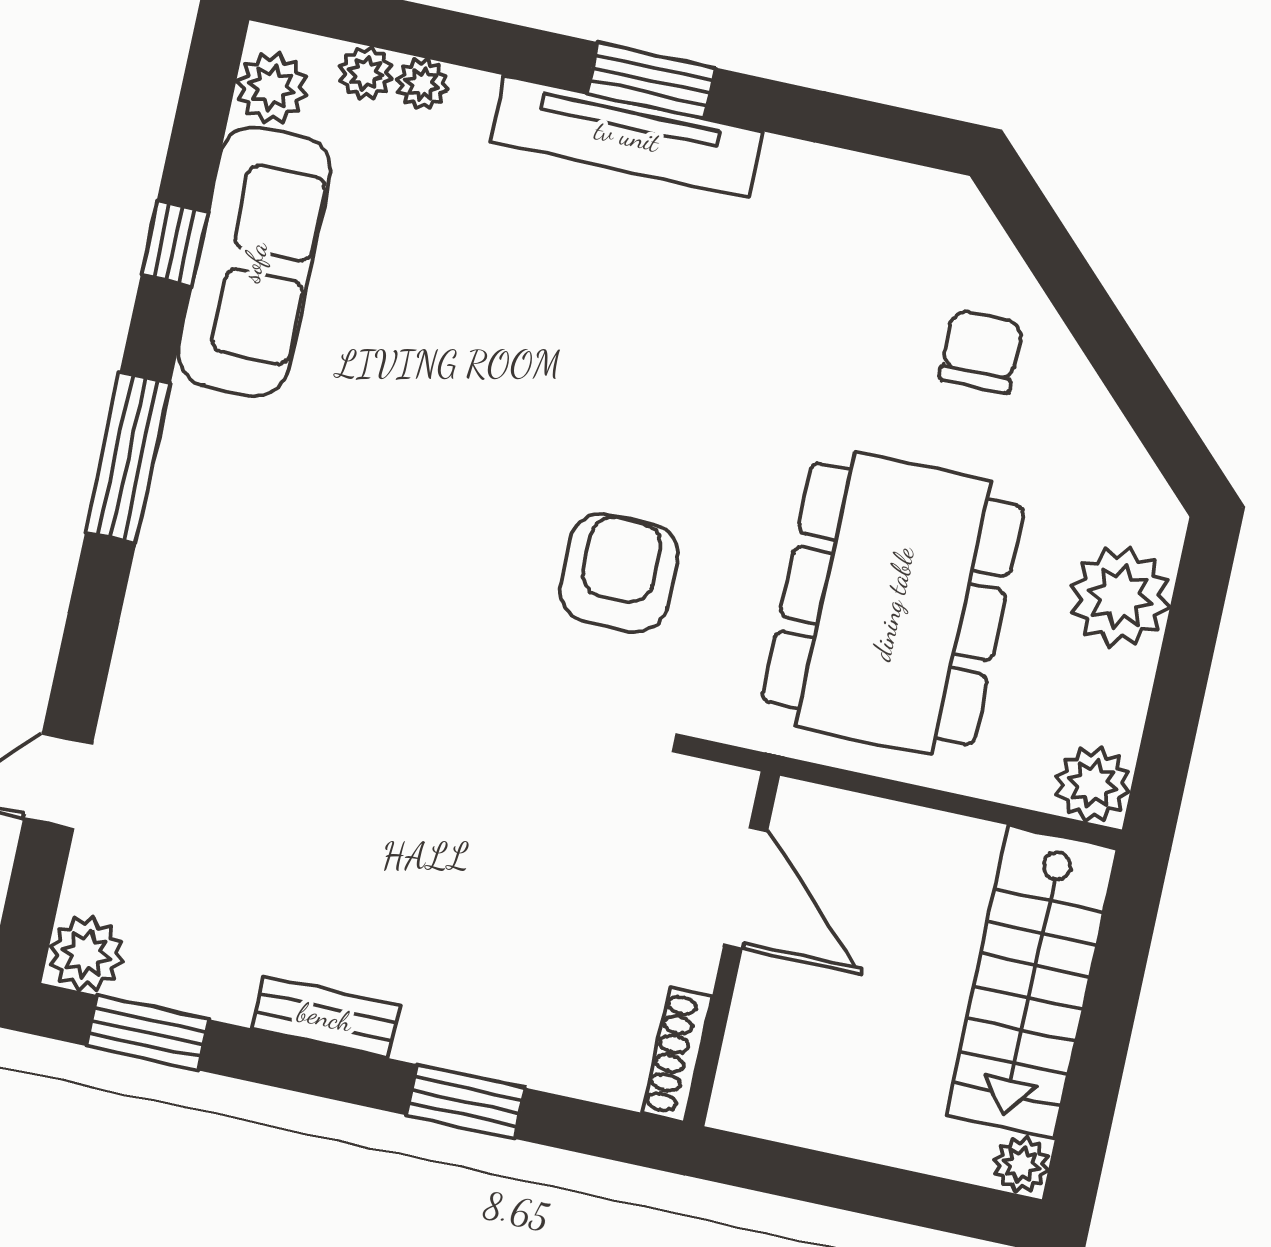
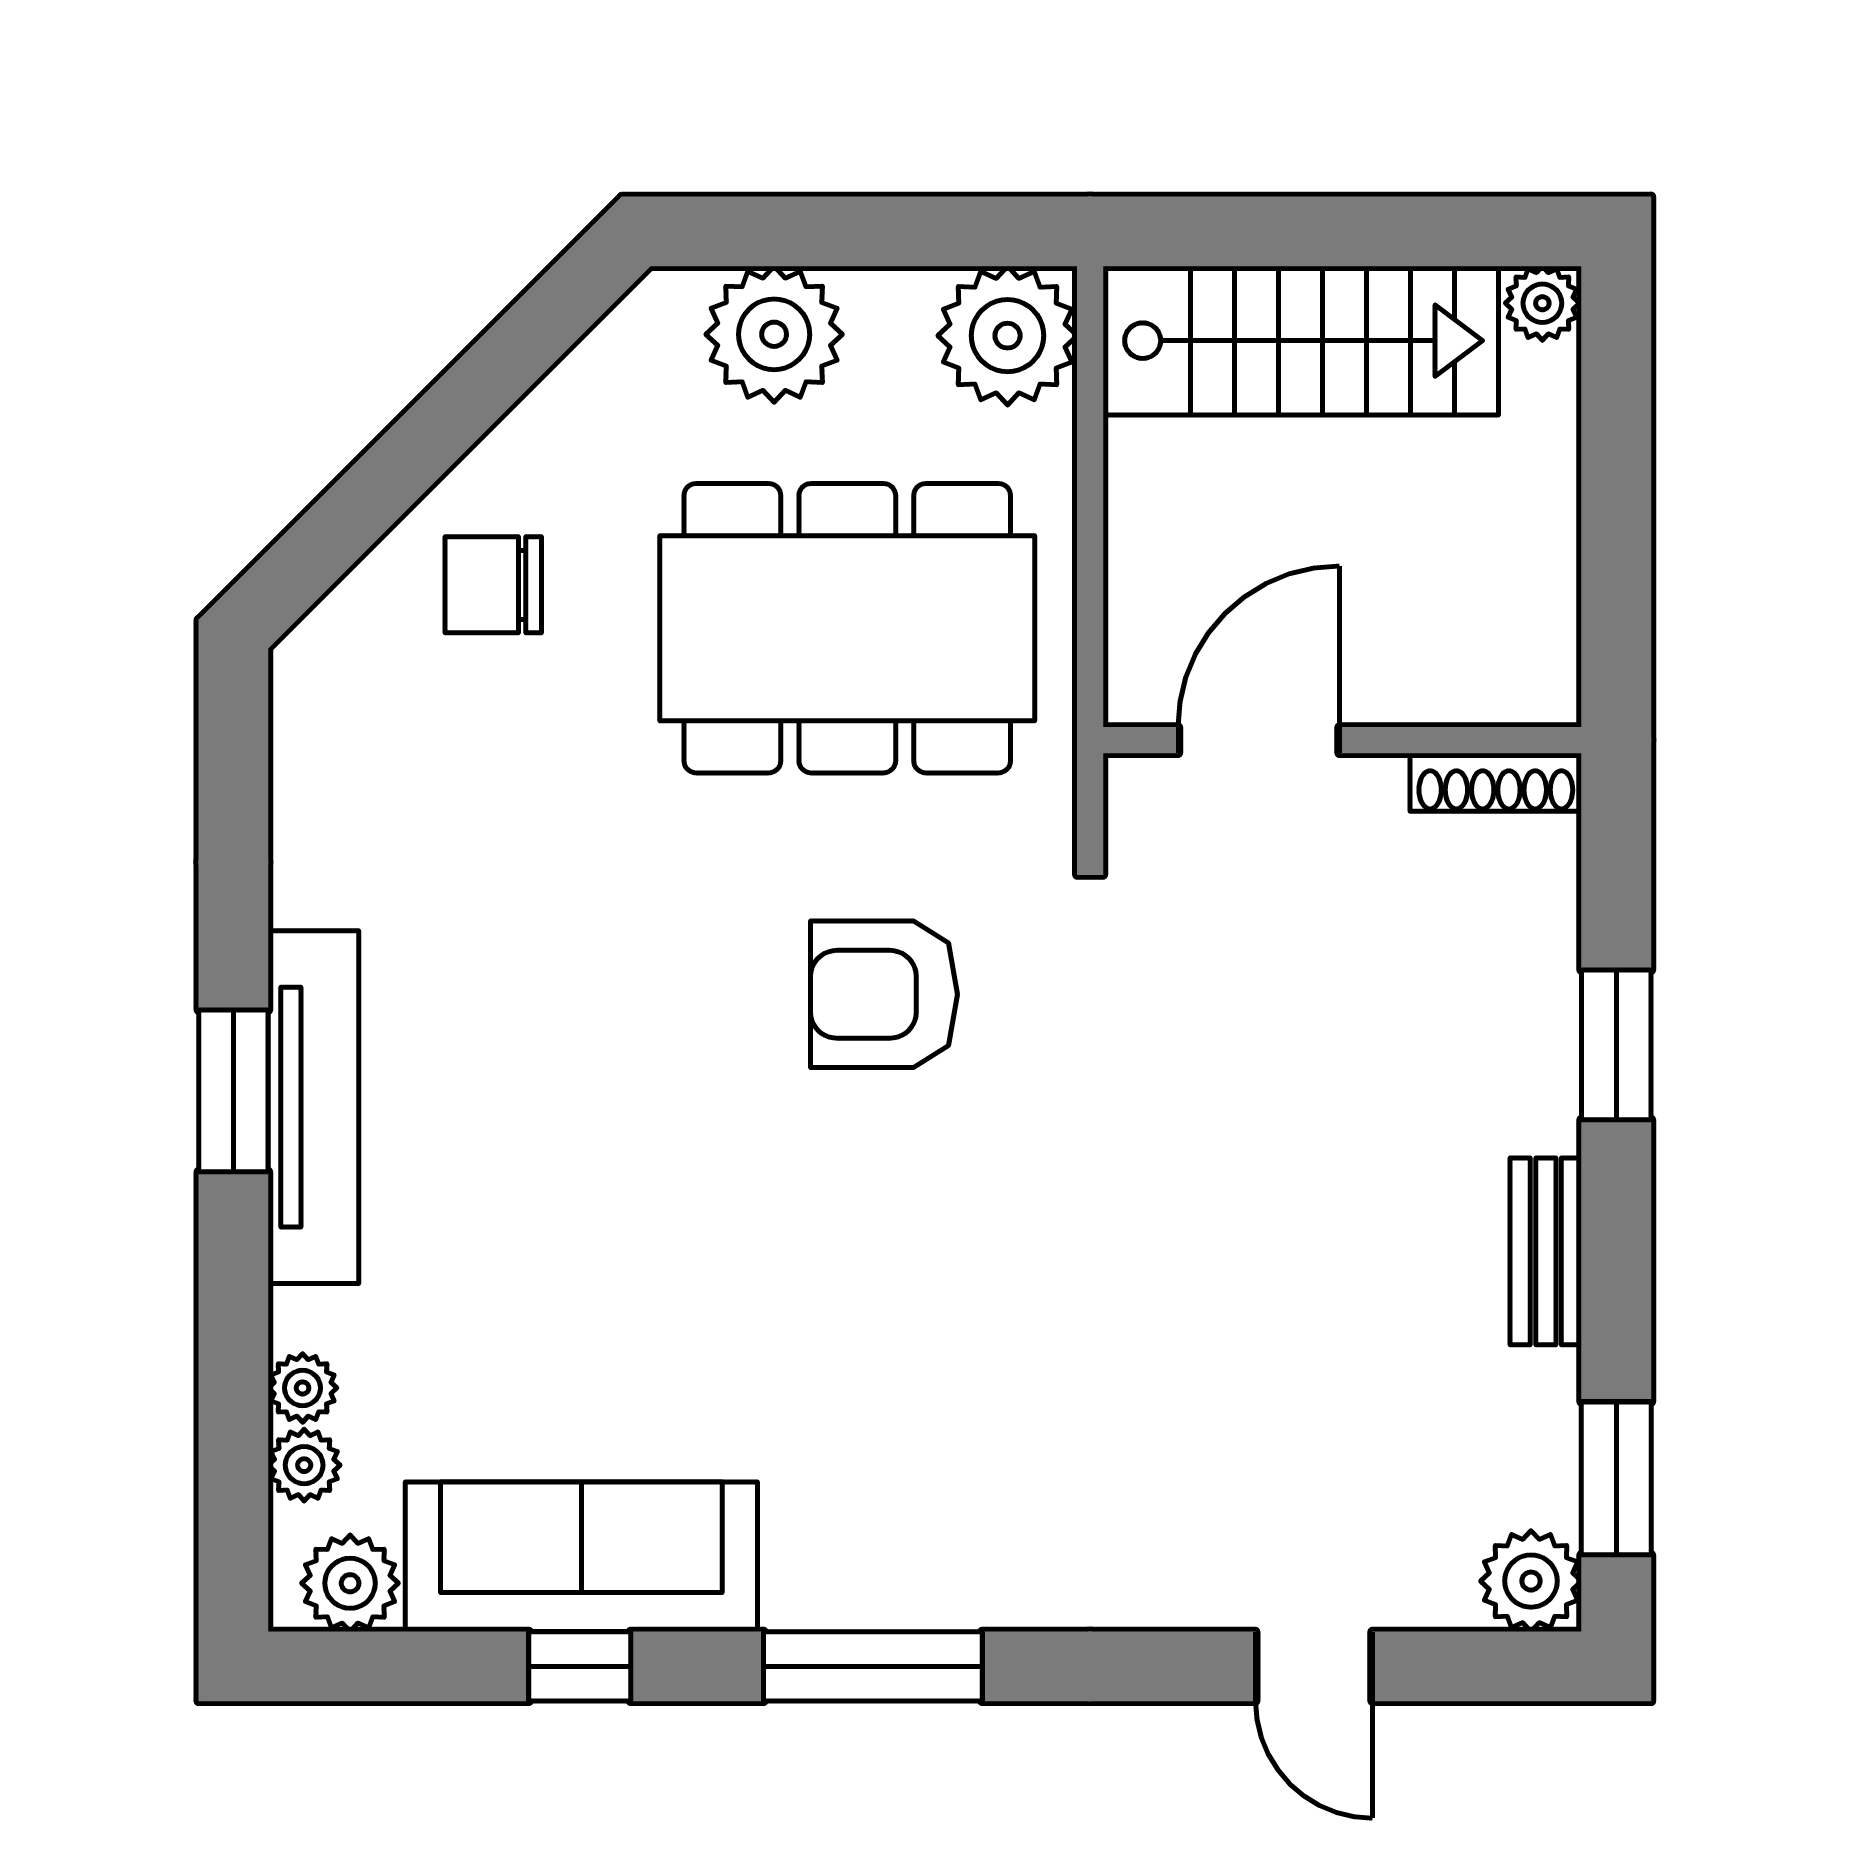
plant: (1093, 784) -> (1008, 336), width x1.36, depth x1.36

